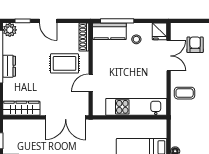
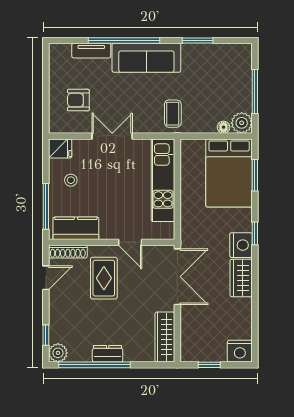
door: (48, 21) -> (46, 278), moved
kitchen counter: (109, 31) -> (76, 228), moved, turned -90
double door: (169, 56) -> (112, 136), moved
coffee table: (185, 93) -> (173, 114), moved

